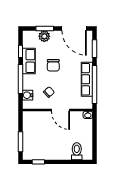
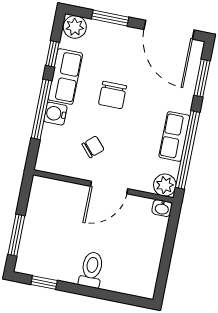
plant: (44, 36) -> (75, 27), moved
row of seats: (87, 79) -> (174, 136), width x0.68
water cooler: (28, 95) -> (55, 114), moved
plant: (87, 104) -> (165, 185), added
door: (61, 110) -> (109, 187), hinge flipped
toilet: (77, 151) -> (91, 270), moved

